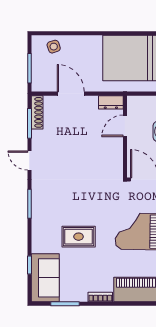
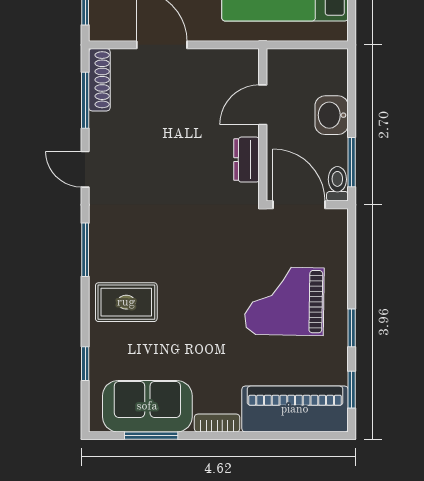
dresser: (111, 102) -> (247, 160), moved, turned 90
rug: (79, 237) -> (126, 302), moved
sofa: (45, 278) -> (147, 406), moved, turned -90

